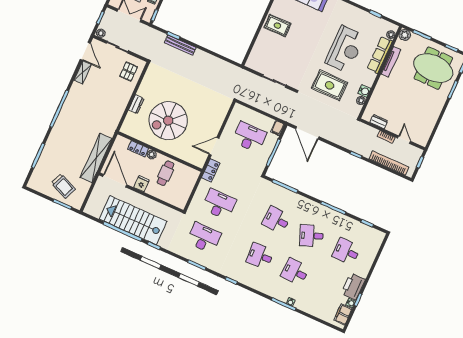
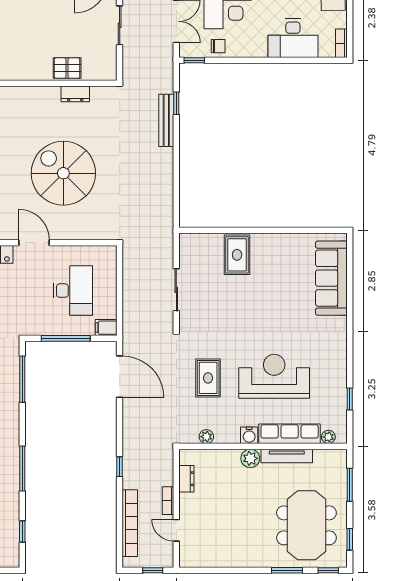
rug: (277, 26) -> (237, 255), moved
plant: (405, 35) -> (250, 458), moved
reception desk: (345, 49) -> (274, 376), turned 180
pallet: (129, 72) -> (67, 68), moved
rug: (330, 85) -> (208, 378), width x0.73, depth x0.70
water cooler: (364, 91) -> (249, 435), moved
dresser: (136, 104) -> (75, 94), moved
spiral stairs: (168, 121) -> (63, 173), moved
door: (307, 133) -> (120, 377), swing flipped
door: (404, 140) -> (176, 530), swing flipped

